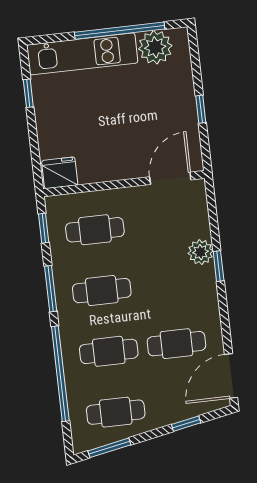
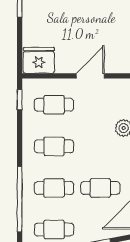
fridge: (60, 173) -> (39, 60), width x1.36, depth x1.34
door: (170, 178) -> (90, 76), moved
window: (51, 289) -> (20, 141), removed

